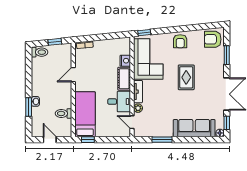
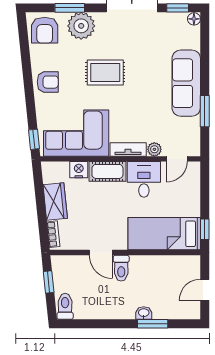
wardrobe: (105, 46) -> (55, 201), added
plant: (215, 62) -> (81, 26), added
toilet: (63, 113) -> (121, 268), moved
sofa: (194, 128) -> (186, 83), moved

